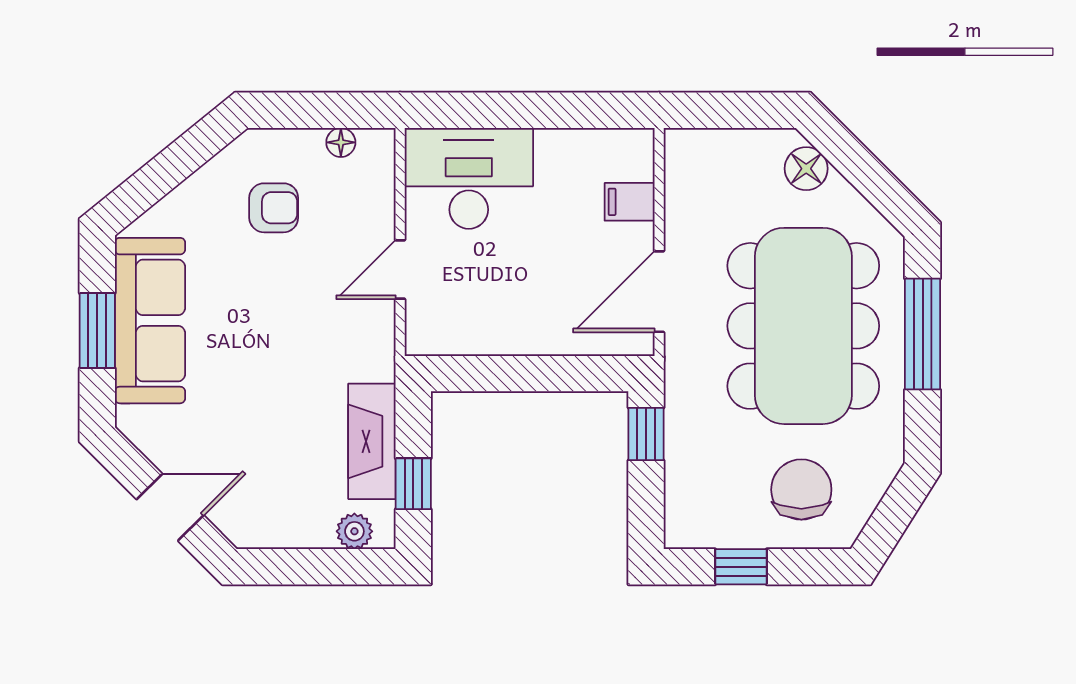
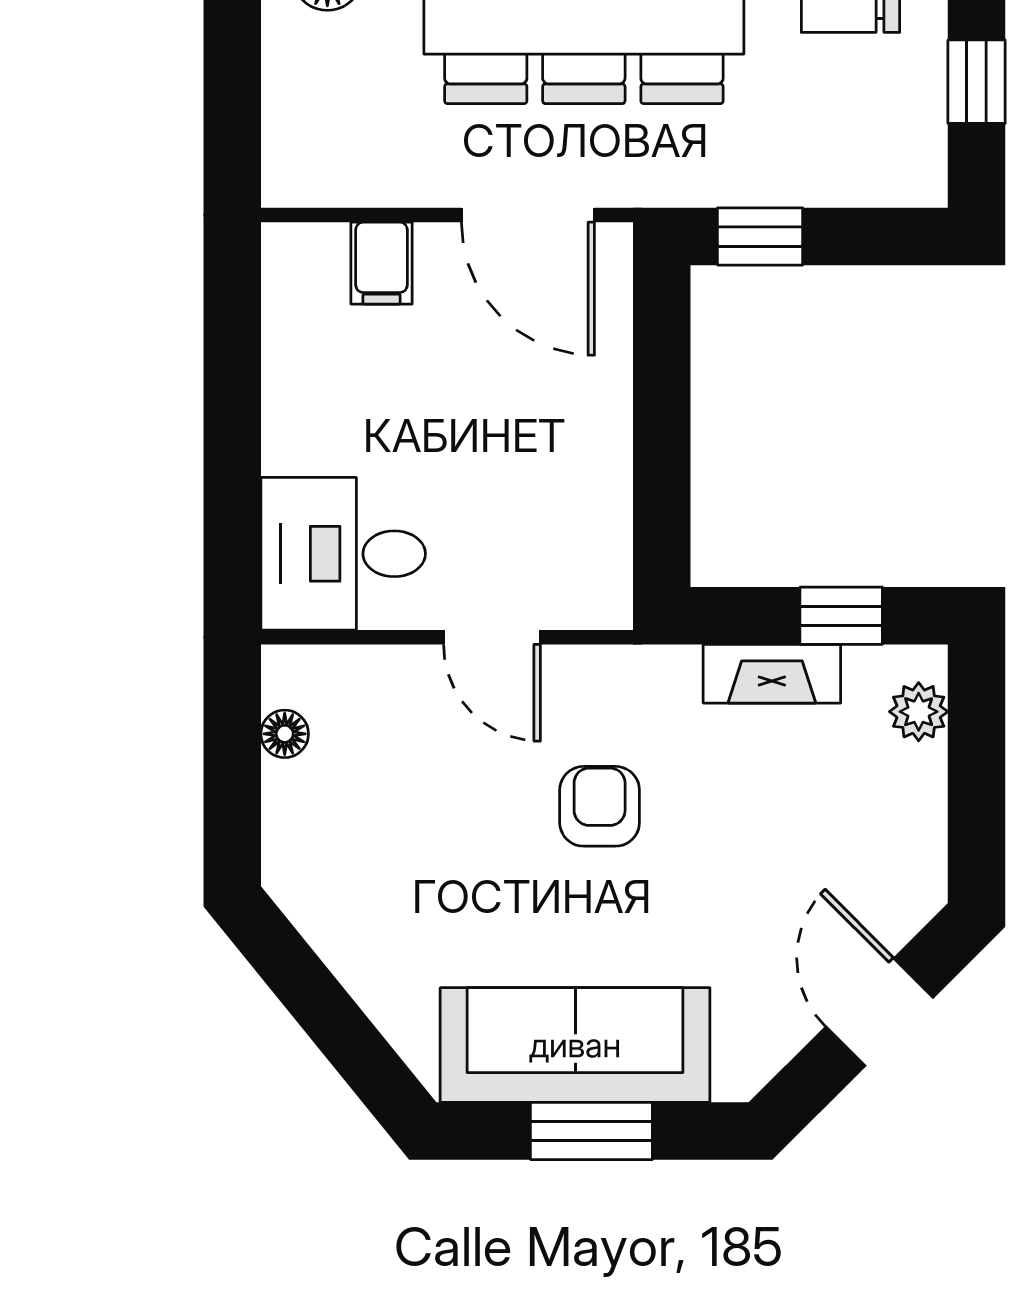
desk: (469, 178) -> (343, 554), width x0.73
armchair: (274, 208) -> (600, 806), moved
fireplace: (372, 441) -> (772, 674), width x0.73, depth x0.76

